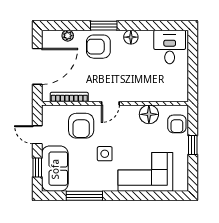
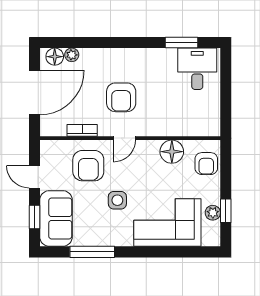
window: (104, 26) -> (181, 43), moved
floor lamp: (131, 37) -> (55, 57), moved
armchair: (98, 47) -> (121, 97), moved, turned -90
bookcase: (69, 97) -> (82, 130), width x0.64
window: (193, 145) -> (226, 211), moved
plant: (182, 164) -> (213, 213), added

